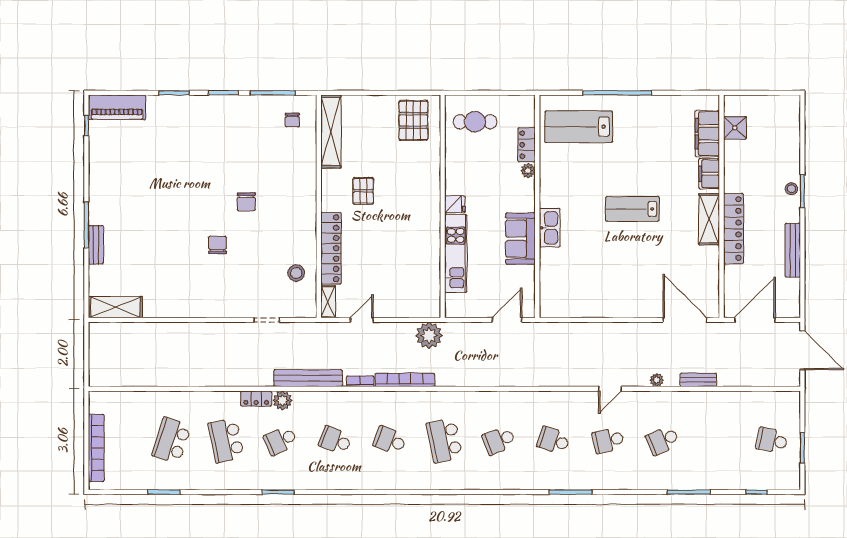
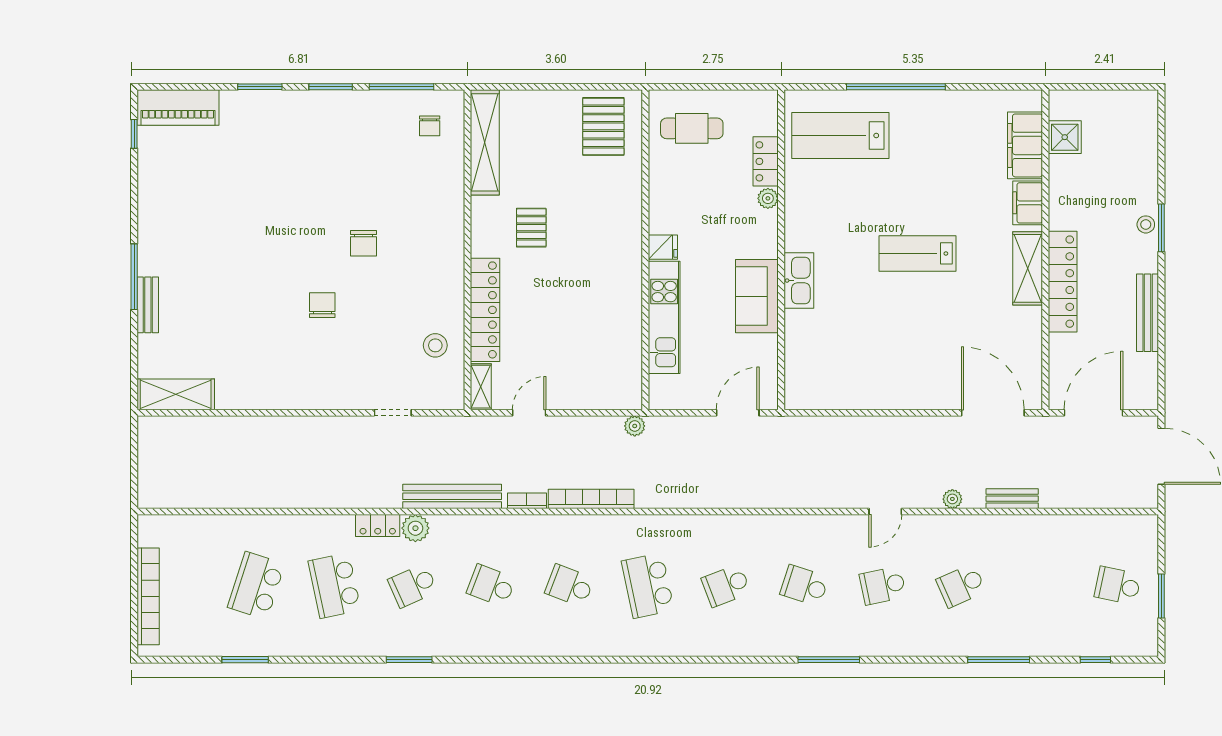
plant: (429, 335) -> (635, 426), width x0.53, depth x0.53

